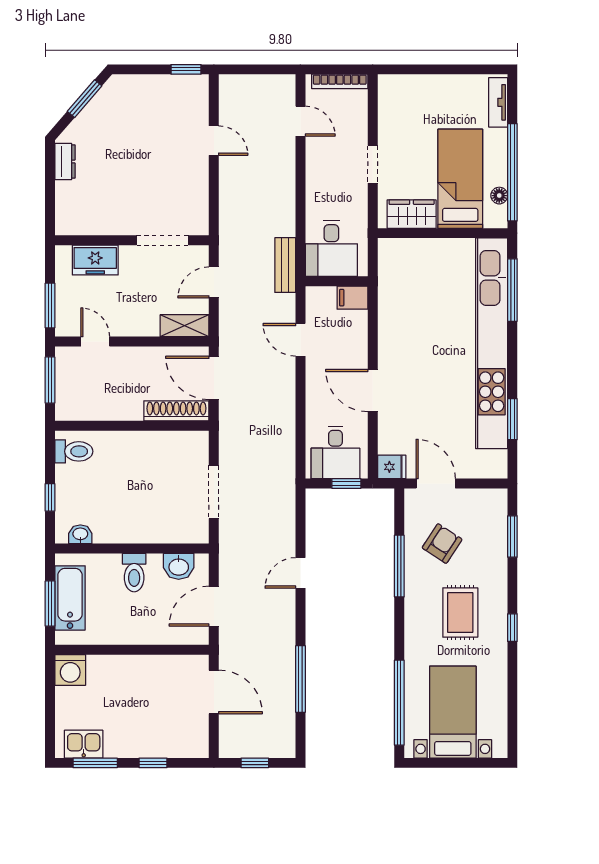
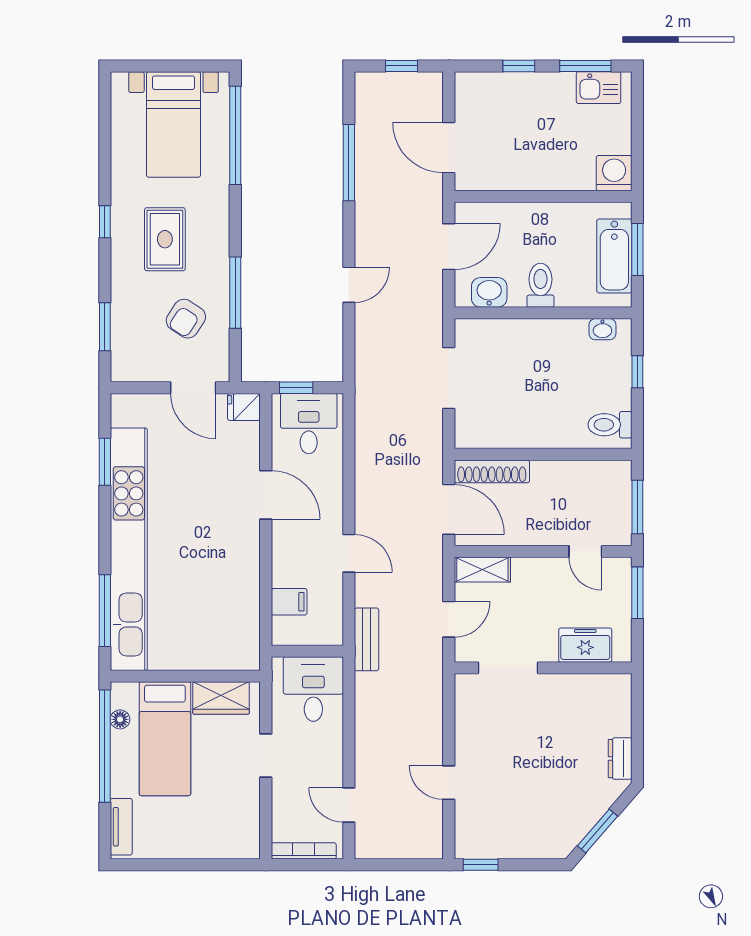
desk: (331, 248) -> (313, 689), moved
wall: (337, 281) -> (307, 651), moved

